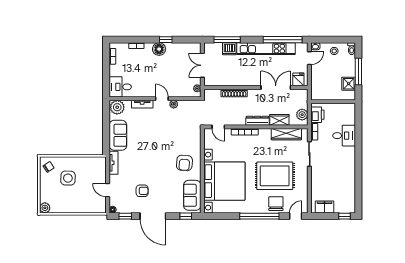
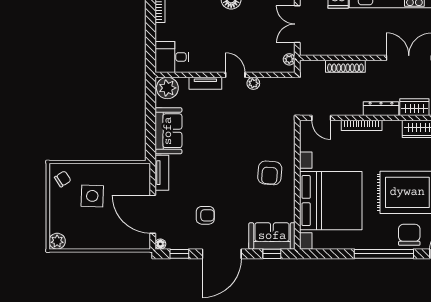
door: (108, 190) -> (153, 214), width x1.87
sofa: (192, 195) -> (272, 236), moved, turned 90
door: (153, 216) -> (222, 254), hinge flipped

